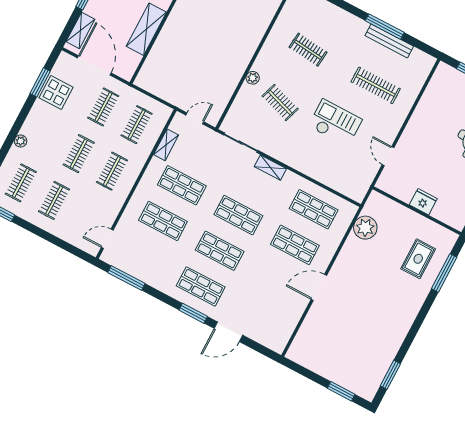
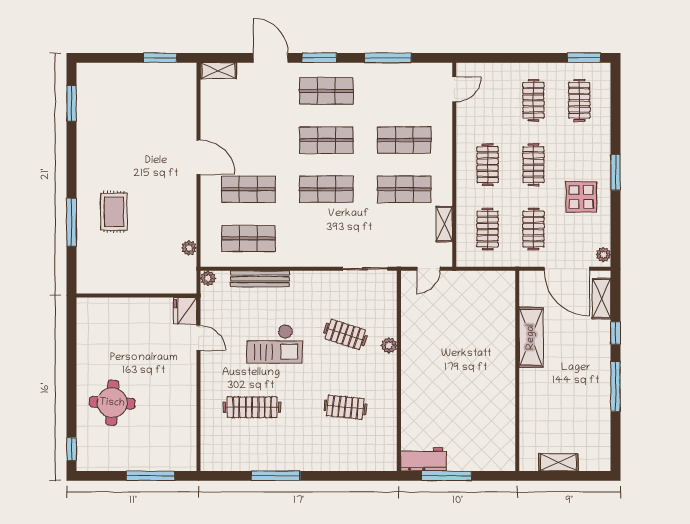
bench: (389, 41) -> (260, 279), moved
window: (40, 82) -> (615, 172), moved
display table: (56, 92) -> (581, 197), moved
plant: (21, 141) -> (603, 255), moved
shelving: (270, 168) -> (218, 71), moved
plant: (358, 196) -> (208, 278), added
fridge: (423, 202) -> (185, 311), moved, turned 90
plant: (365, 228) -> (189, 248), width x0.53, depth x0.53
rug: (418, 259) -> (114, 212), moved
window: (444, 273) -> (72, 222), moved
window: (126, 278) -> (388, 58), moved
door: (319, 287) -> (198, 157), hinge flipped
door: (228, 332) -> (271, 58), hinge flipped
window: (341, 391) -> (160, 58), moved

